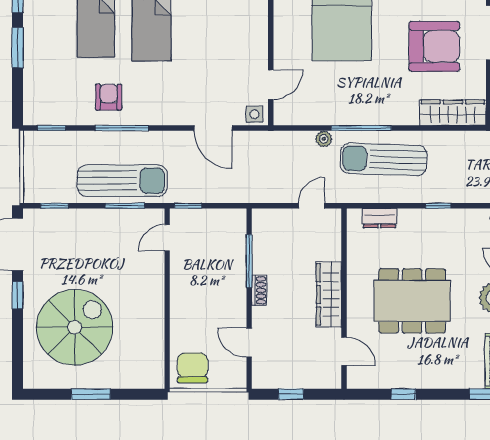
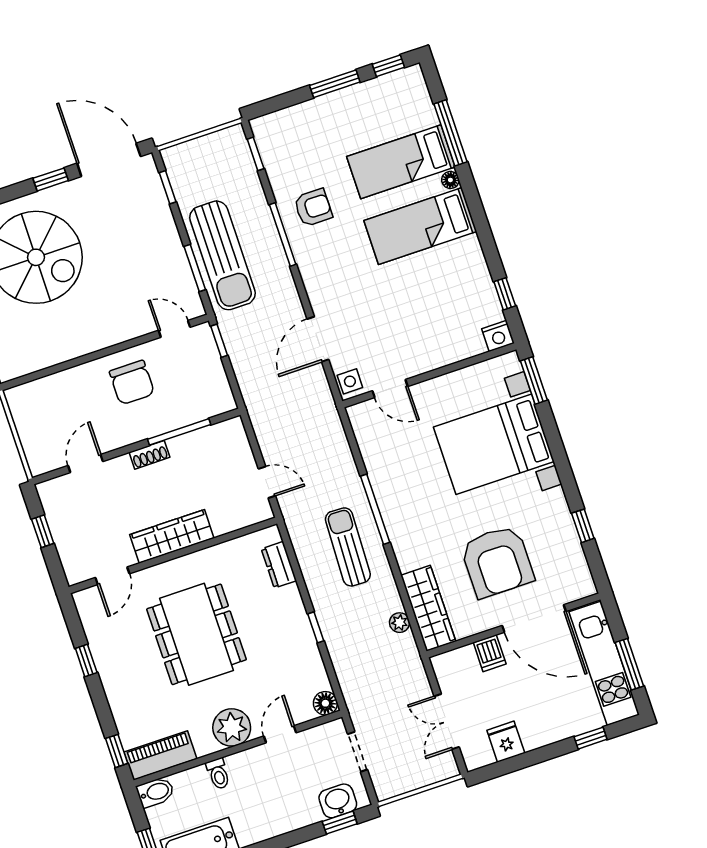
plant: (324, 139) -> (400, 623), moved
sun lounger: (384, 159) -> (348, 547), width x0.73, depth x0.75
chair: (193, 368) -> (132, 383), moved, turned 90

